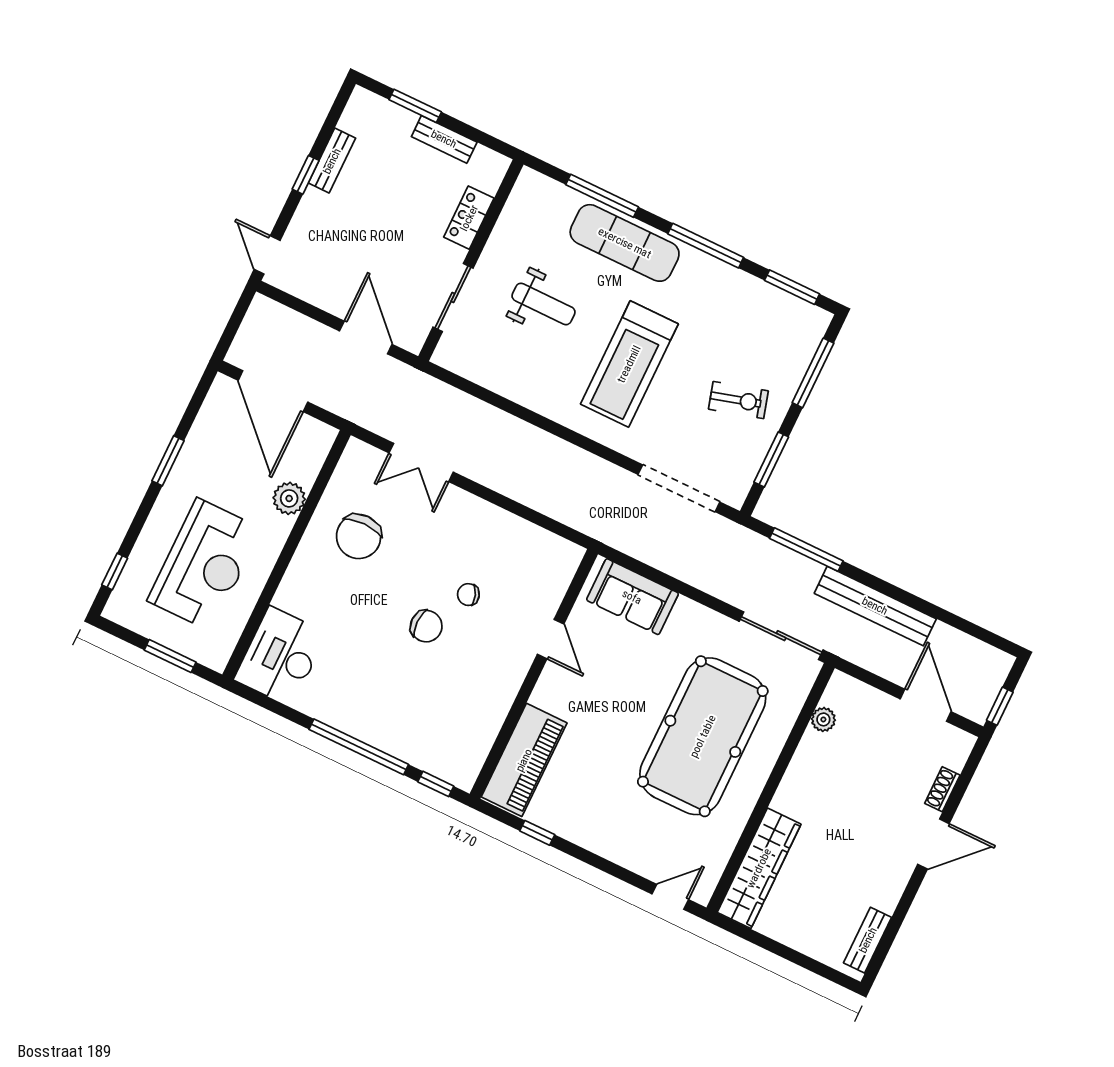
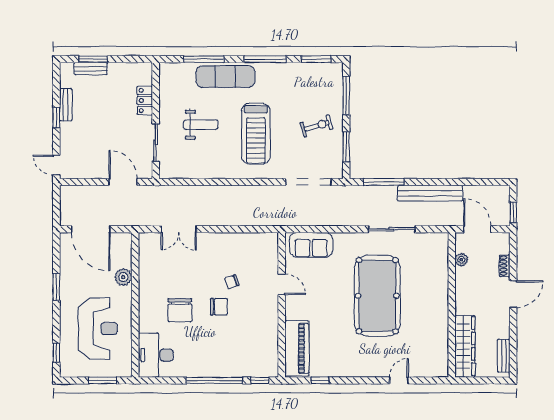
bench: (444, 139) -> (91, 69), moved
chair: (359, 536) -> (180, 310), moved
plant: (823, 719) -> (461, 260), moved
wall: (771, 788) -> (452, 305), moved
wardrobe: (759, 868) -> (465, 346), moved

